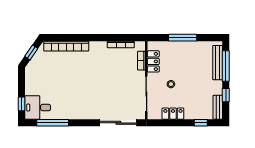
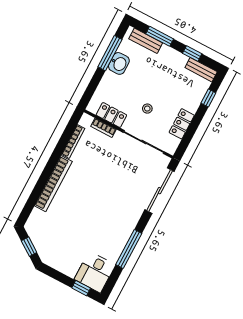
window: (183, 38) -> (110, 53), moved
bookcase: (66, 46) -> (53, 184), moved
washbasin: (192, 48) -> (119, 63), added
bench: (218, 63) -> (146, 41), width x0.73
window: (226, 66) -> (160, 36), width x0.69
window: (53, 123) -> (129, 249), moved

